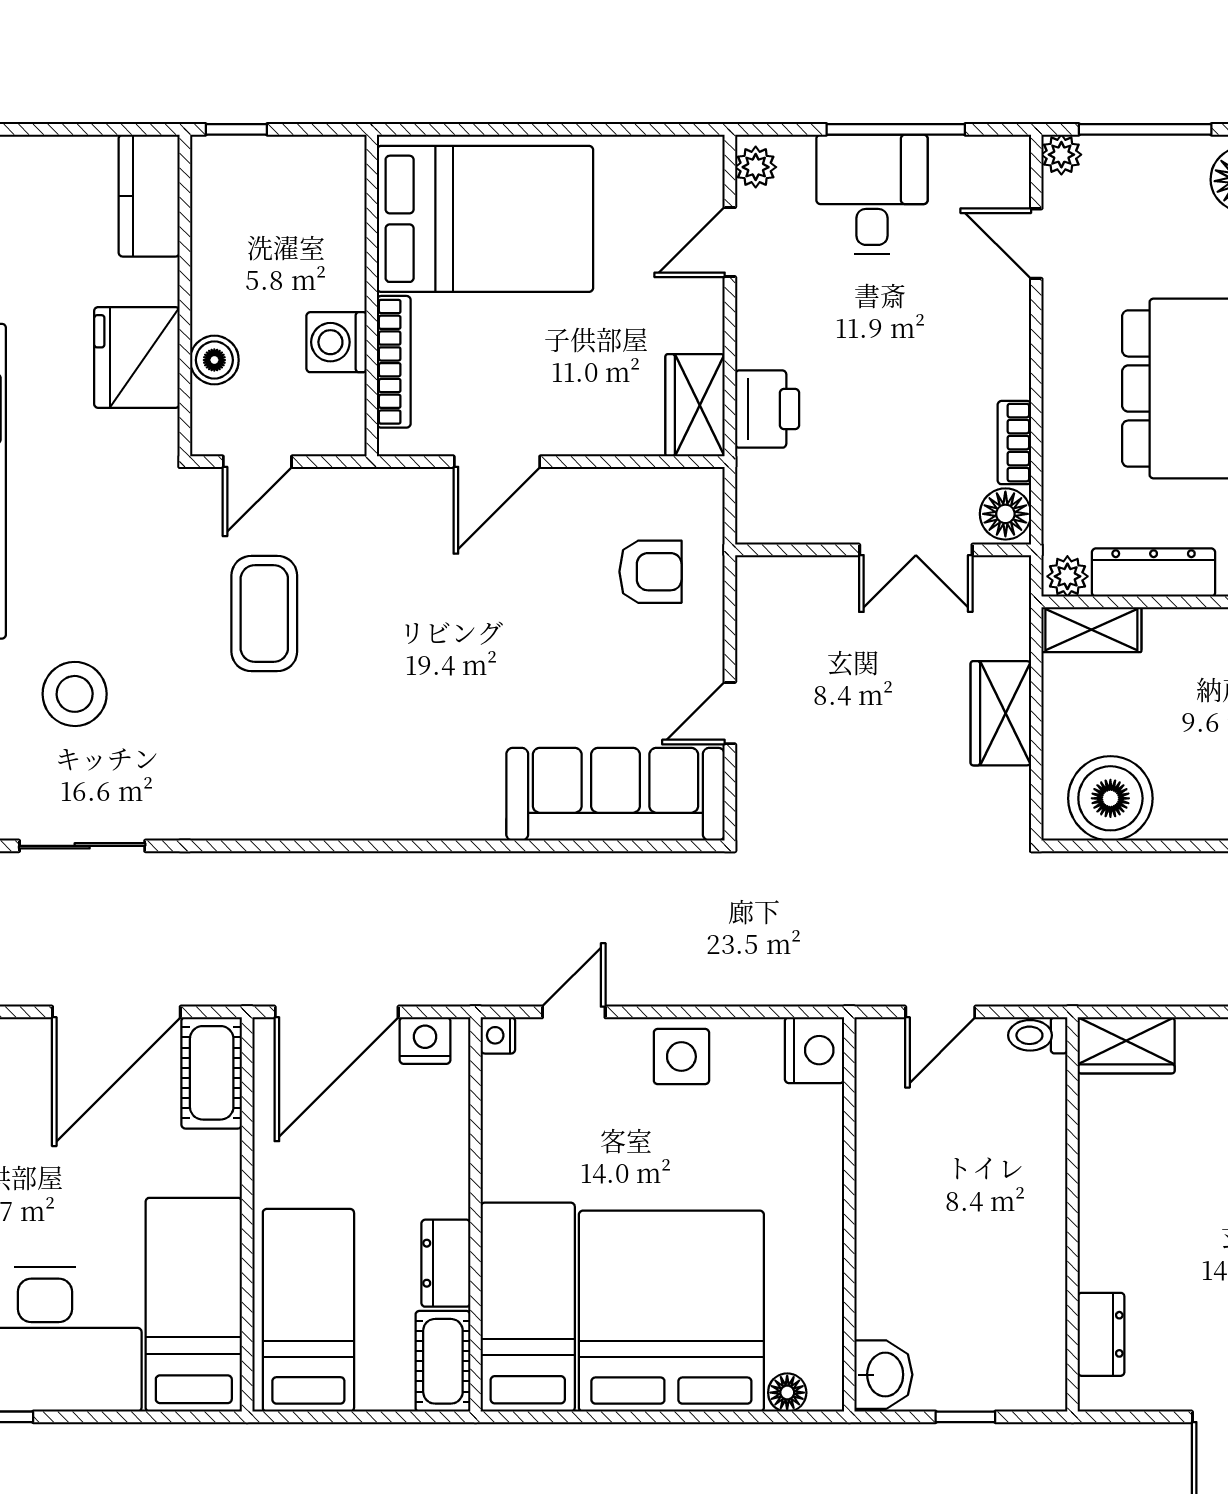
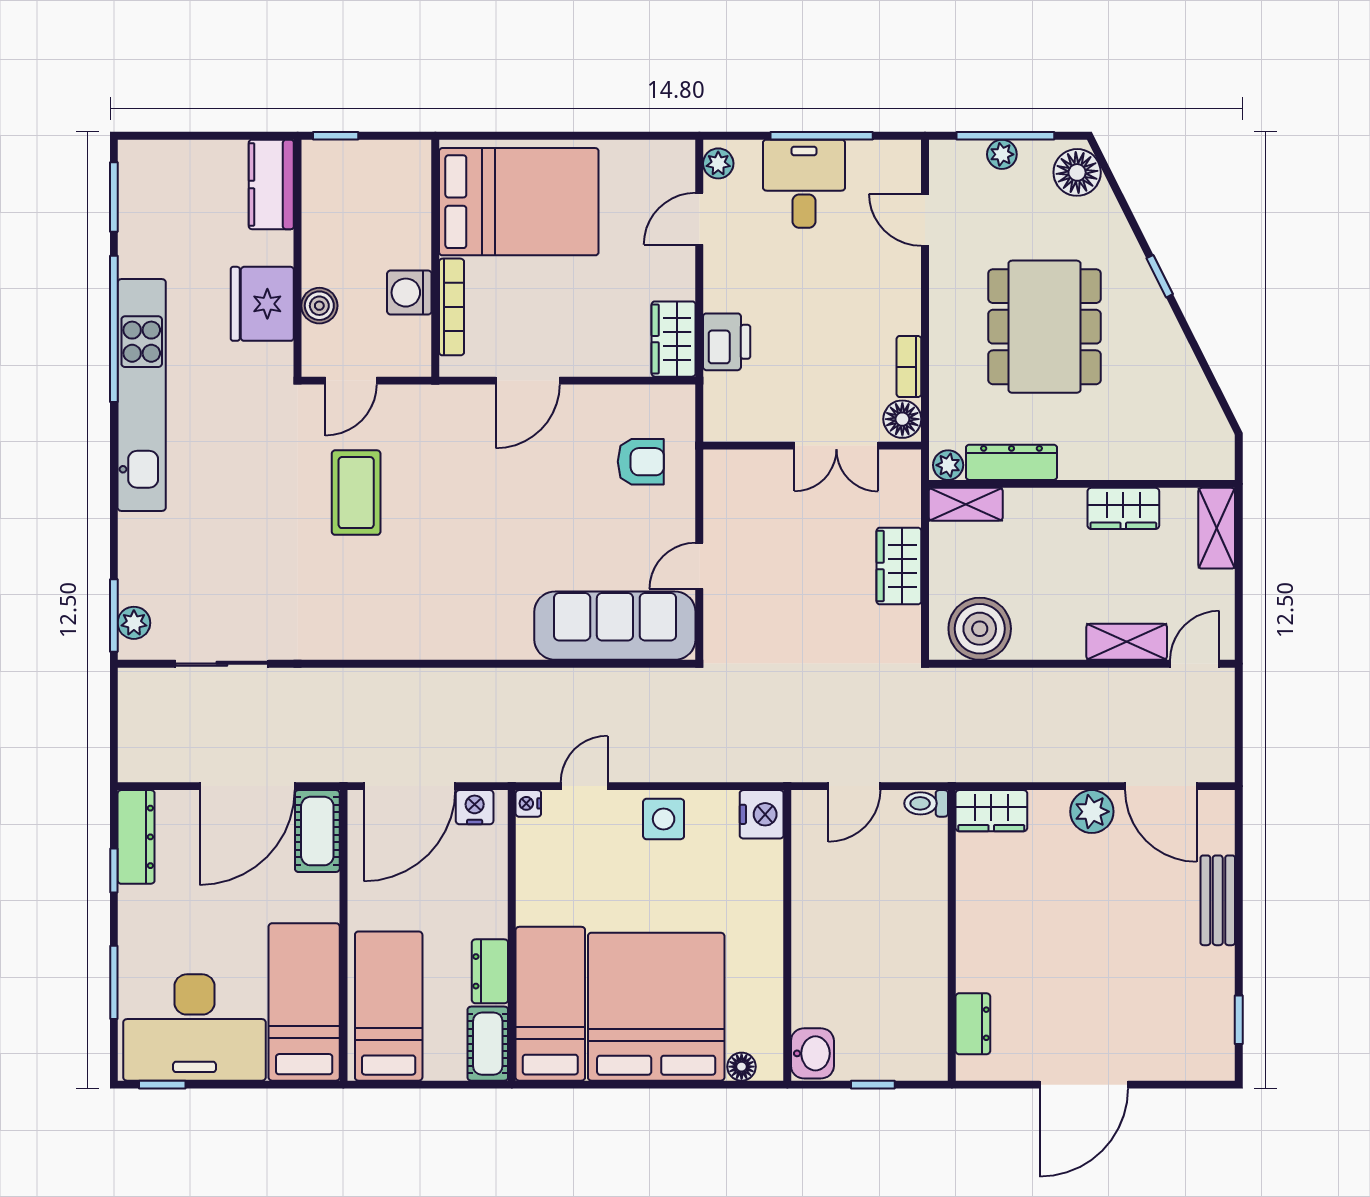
plant: (1061, 155) -> (1002, 154), moved
stool: (75, 694) -> (216, 552), removed

